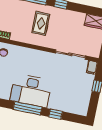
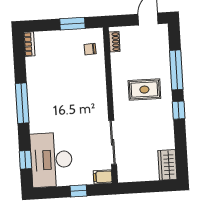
desk: (31, 91) -> (51, 160), moved
window: (56, 114) -> (25, 160), moved

